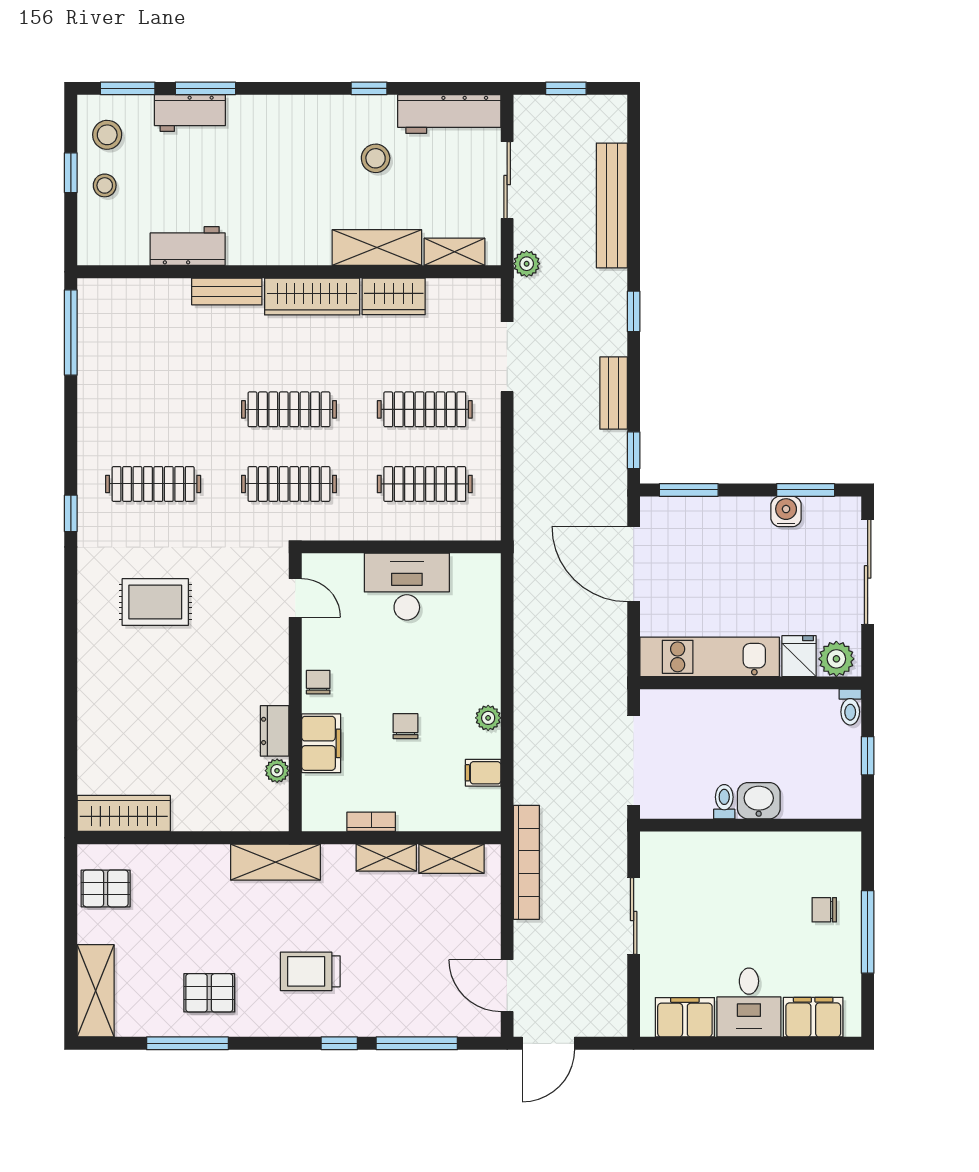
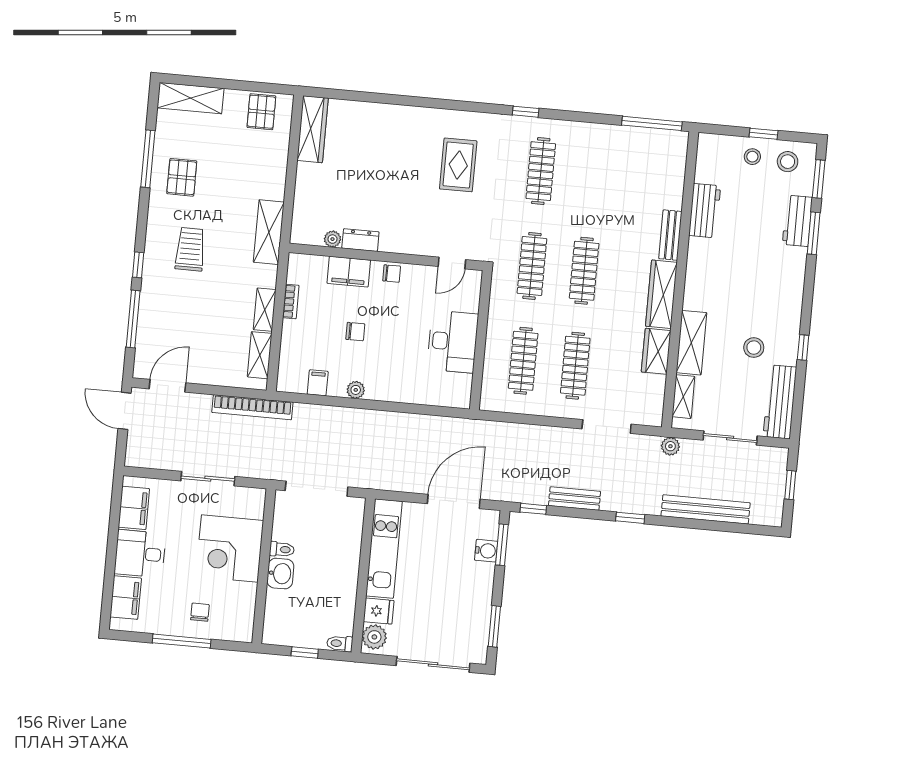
water cooler: (786, 511) -> (486, 551), moved
corner desk: (730, 876) -> (230, 549), added

